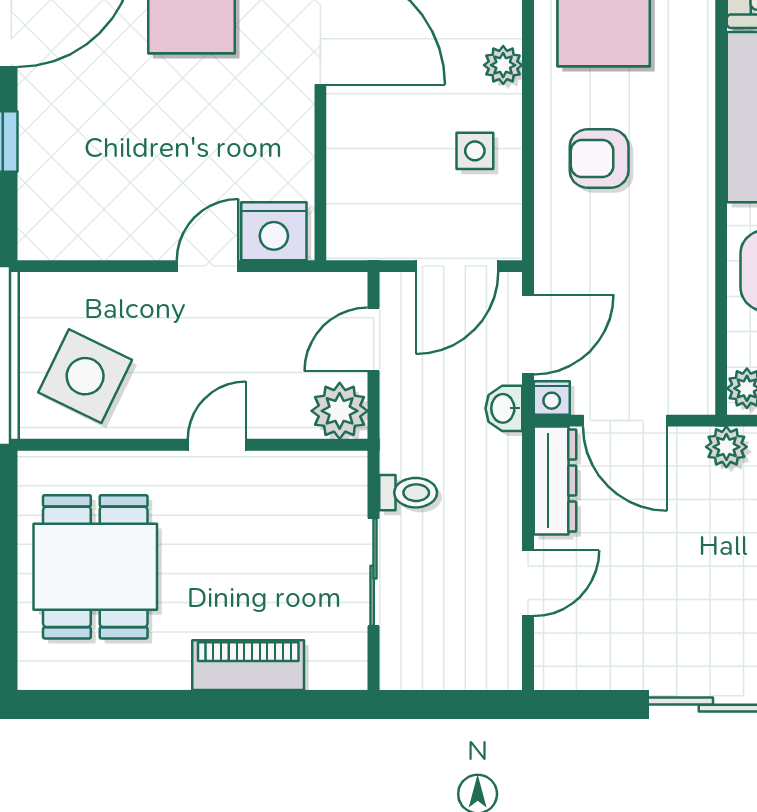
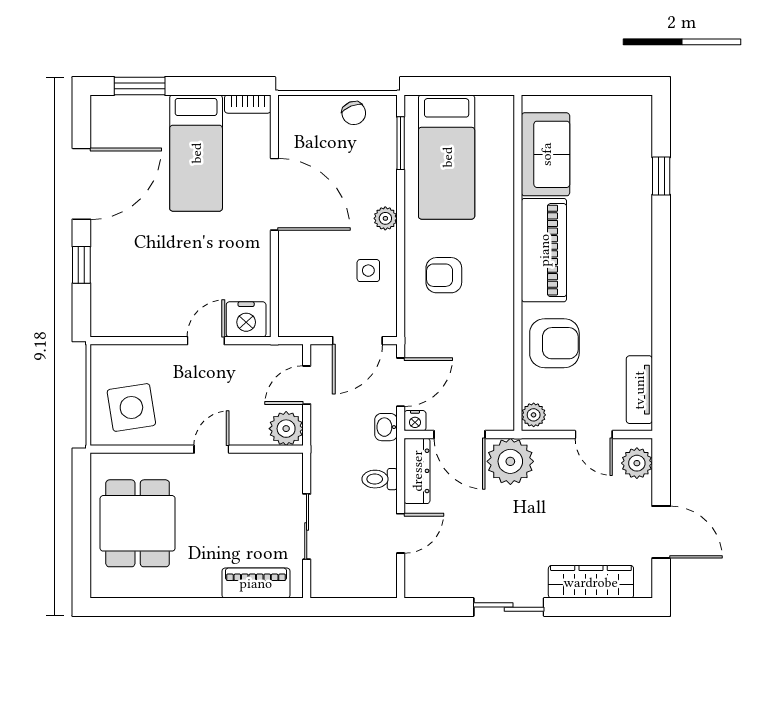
side table: (85, 376) -> (131, 407), turned -35
plant: (726, 447) -> (510, 461), width x1.87, depth x1.87
toilet: (408, 493) -> (380, 479), moved, turned 180
piano: (248, 665) -> (256, 583), moved

